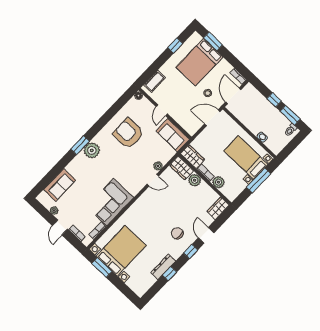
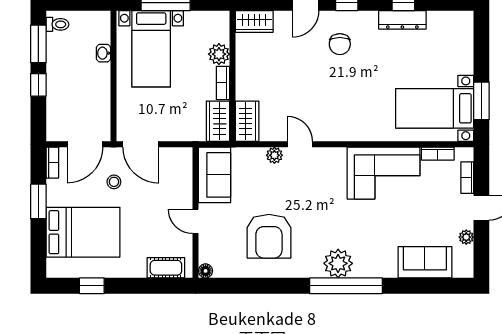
window: (213, 42) -> (38, 201), moved
door: (162, 110) -> (195, 221), swing flipped
window: (80, 145) -> (346, 286), width x2.11
plant: (195, 180) -> (247, 88), removed
bed with nightstands: (121, 251) -> (435, 108), width x0.73

